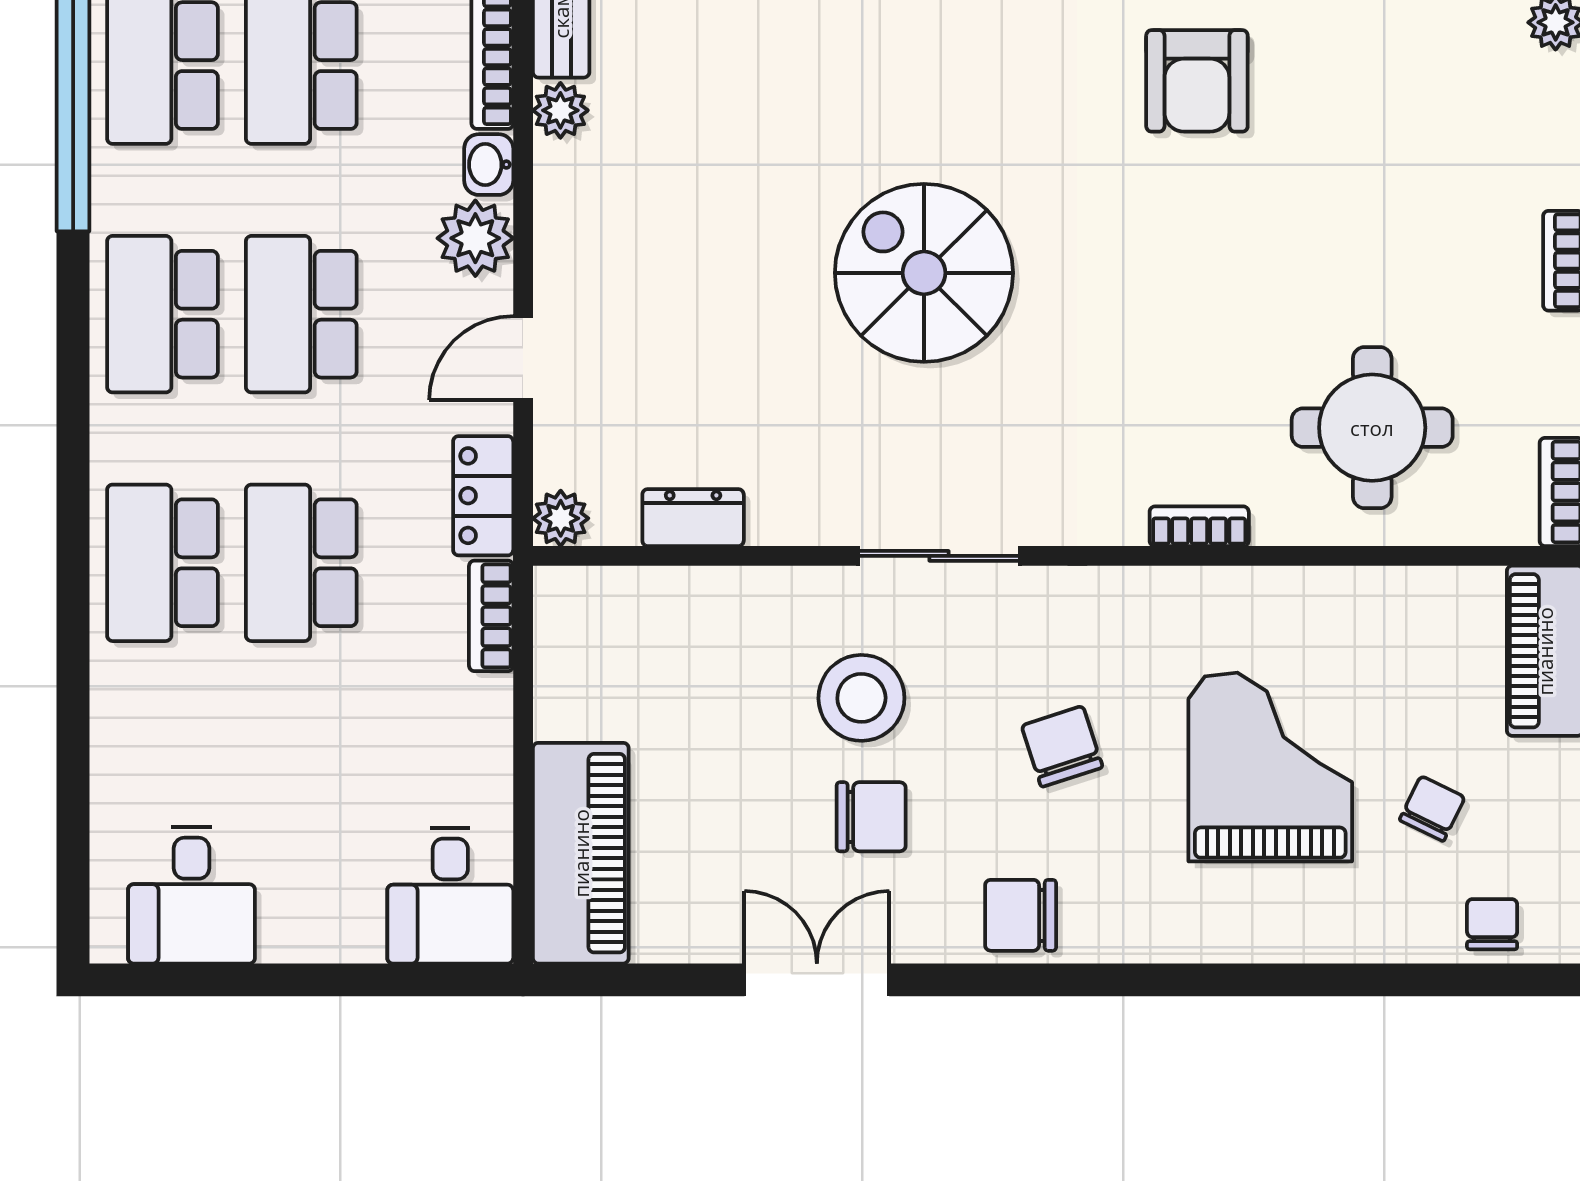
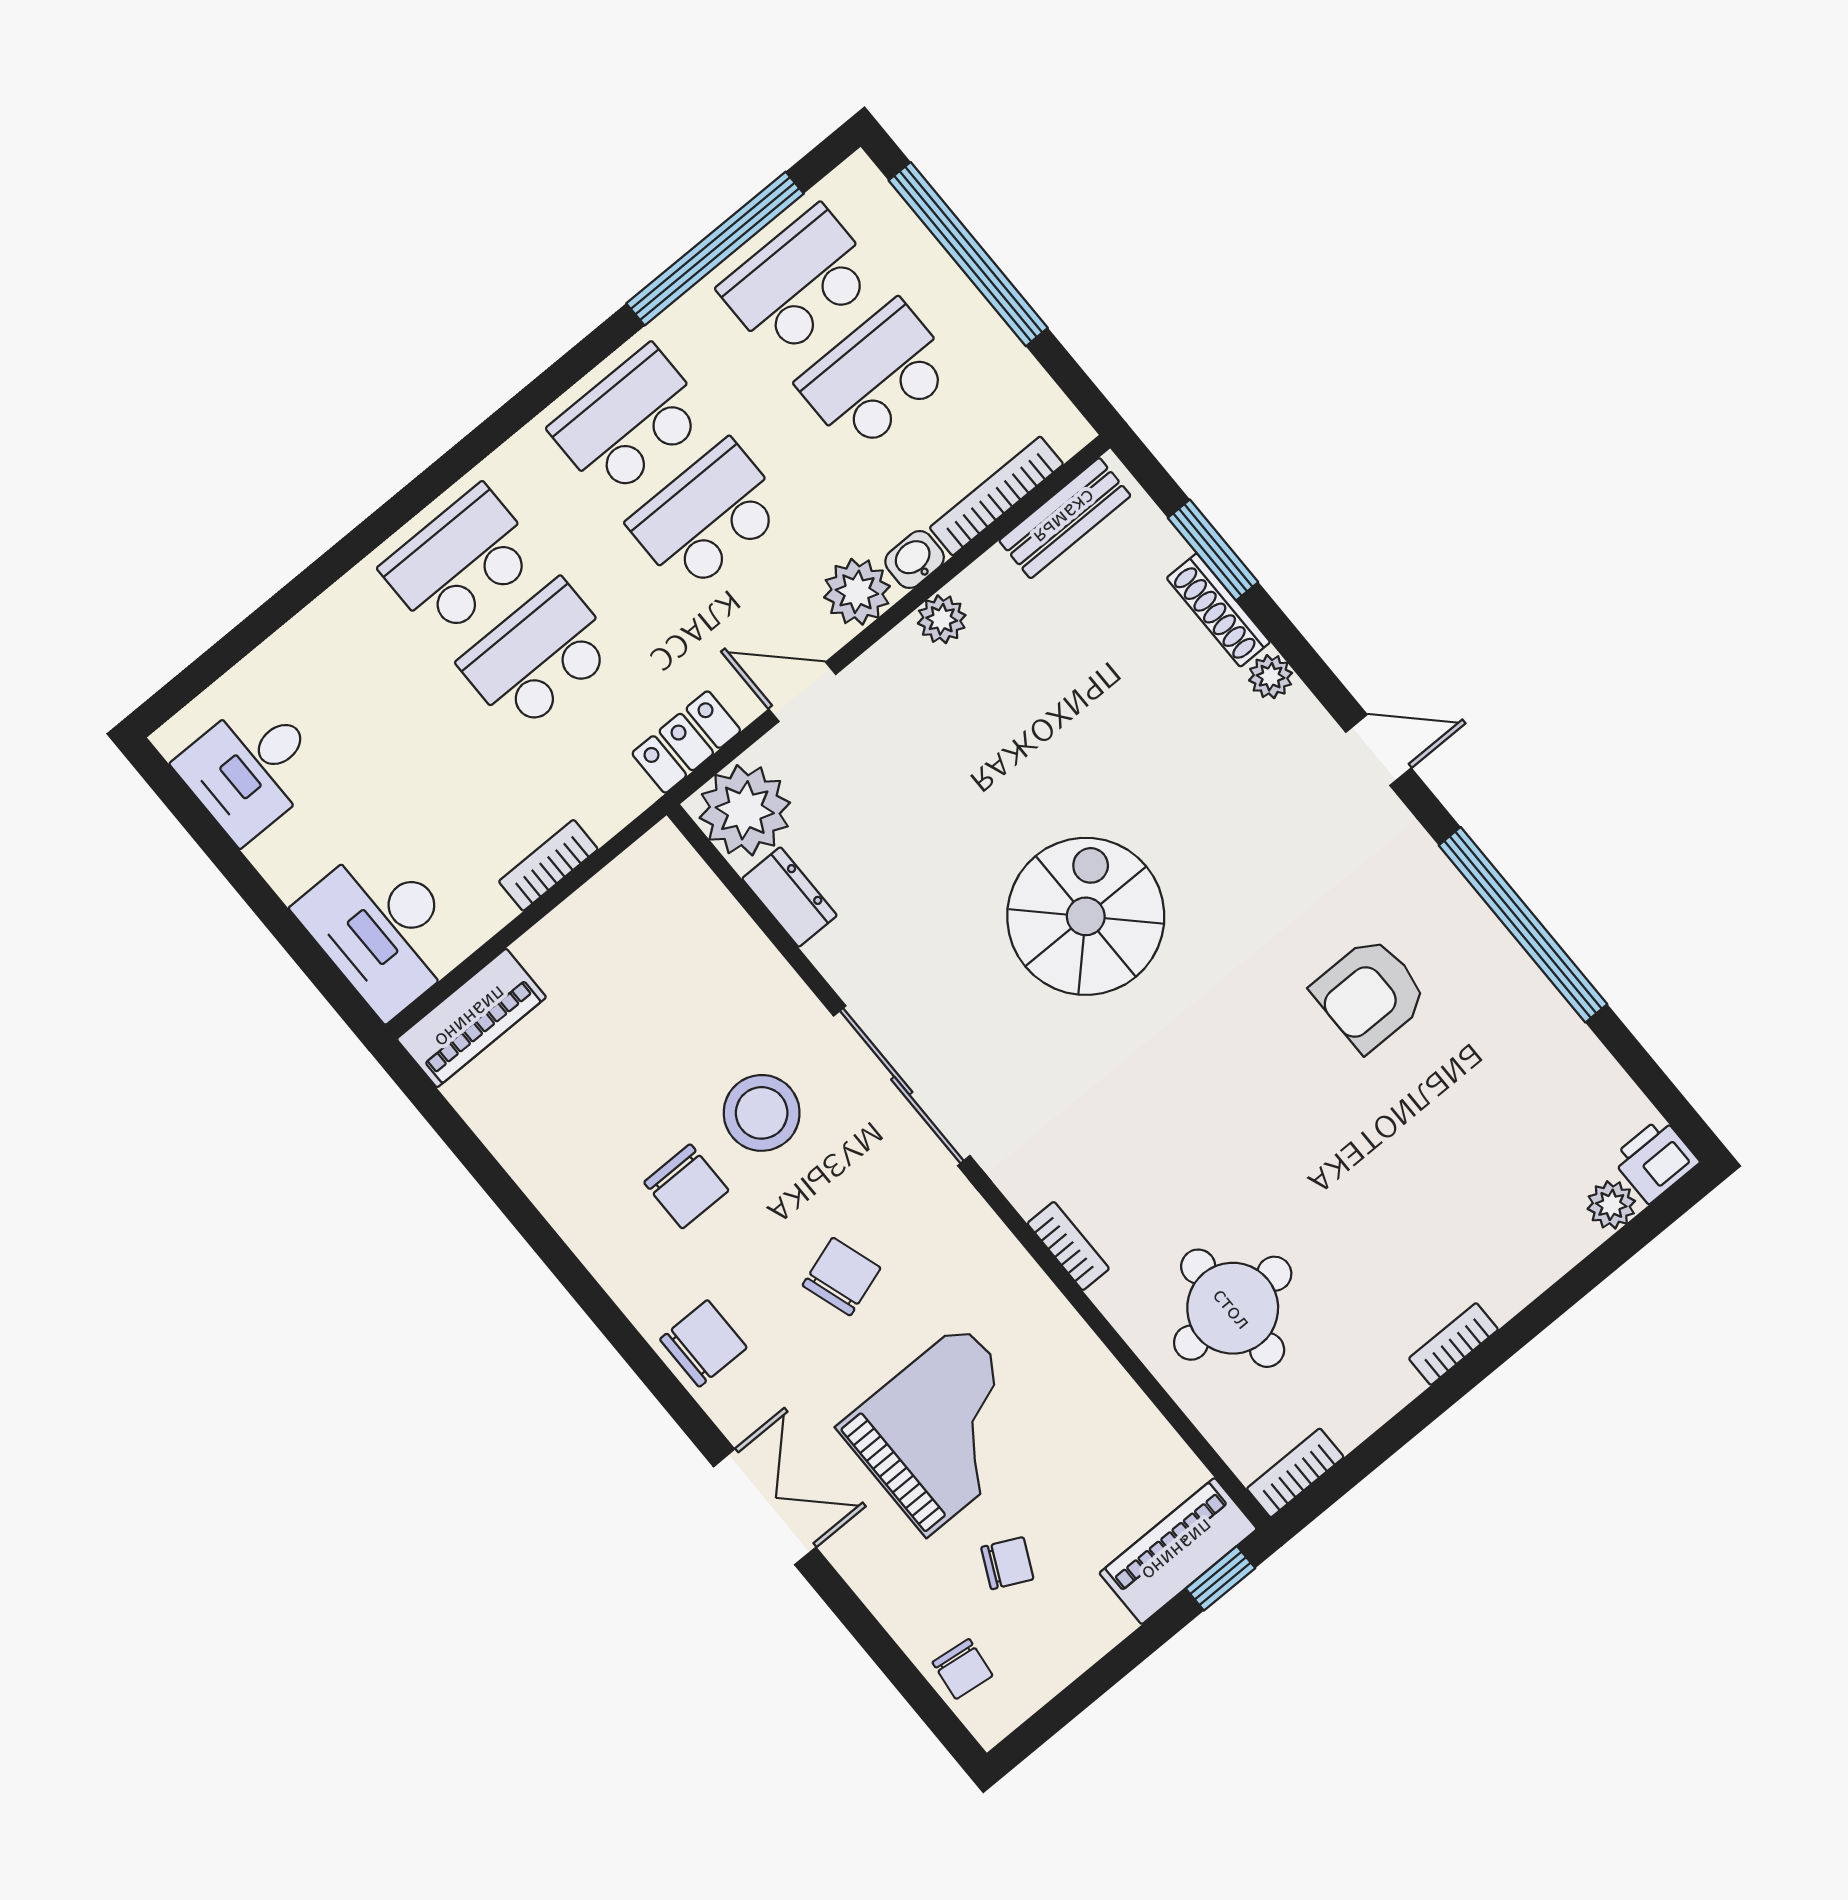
plant: (560, 110) -> (942, 619), moved
plant: (561, 518) -> (745, 810), width x1.87, depth x1.87
sliding door: (939, 556) -> (902, 1086), width x1.37
bookcase: (491, 616) -> (548, 865), moved
piano: (581, 853) -> (471, 1018), width x0.73, depth x0.75
desk: (450, 896) -> (383, 929), width x1.37
chair: (1021, 915) -> (703, 1343), turned 90
chair: (1492, 924) -> (963, 1669), turned 97
double door: (817, 980) -> (765, 1507), moved

